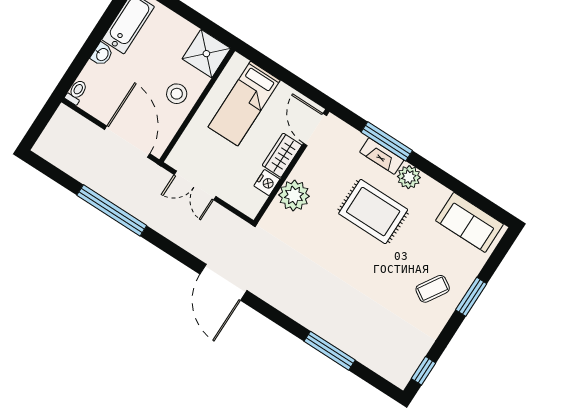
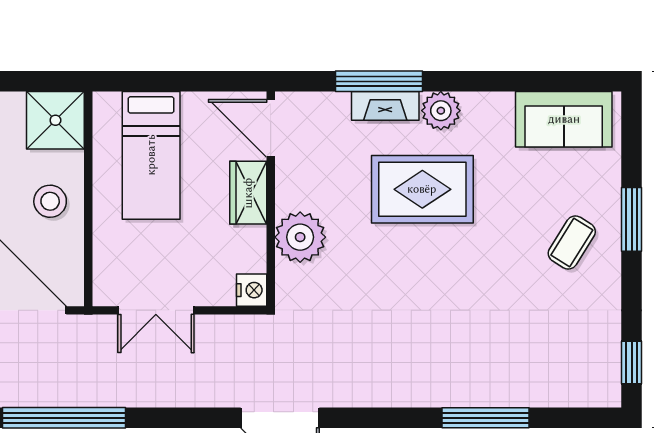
nightstand: (267, 183) -> (252, 290), moved

